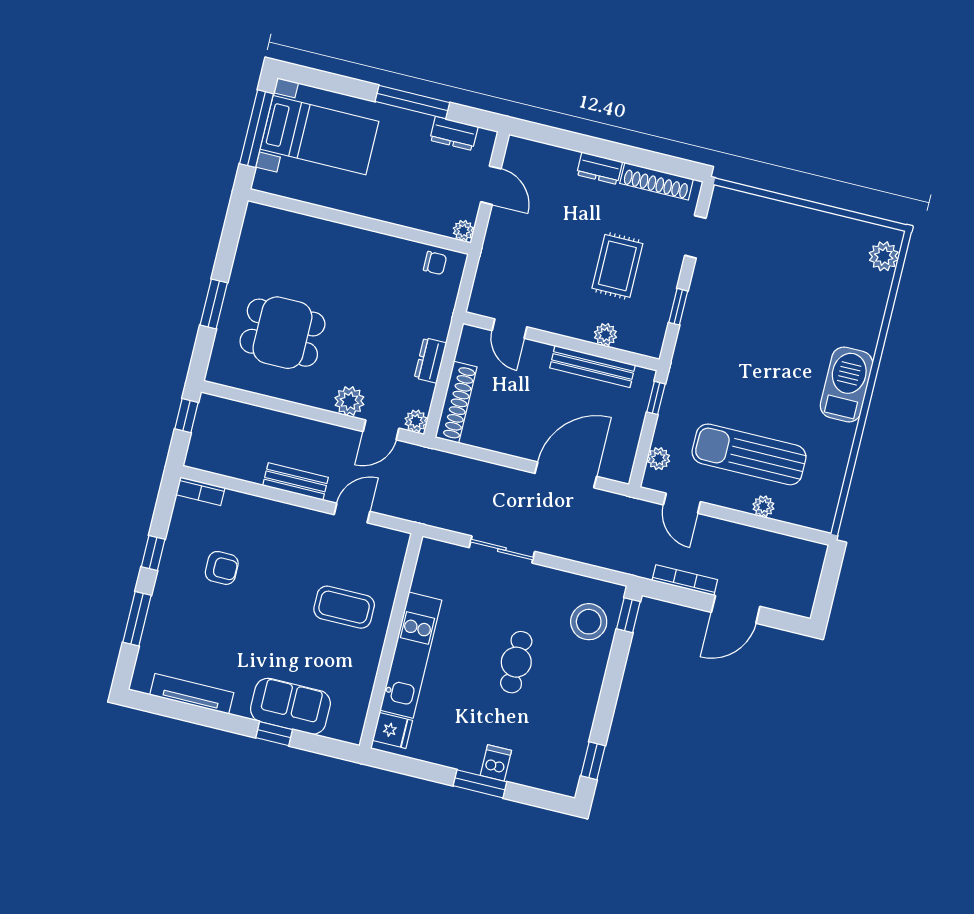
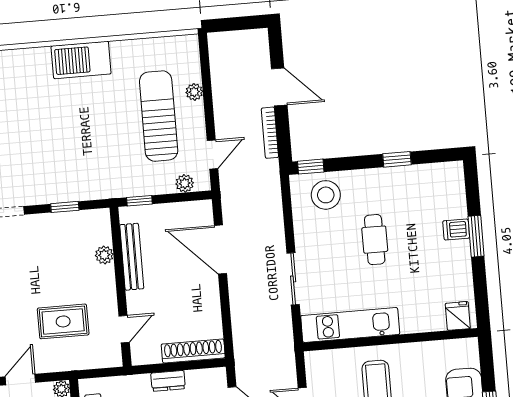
rug: (617, 266) -> (63, 321), moved
plant: (416, 421) -> (218, 376), removed
sun lounger: (749, 454) -> (159, 116), turned 180
kitchen unit: (411, 655) -> (350, 325), moved
cafe table: (516, 662) -> (375, 240), turned 90
window: (593, 761) -> (397, 159), moved

